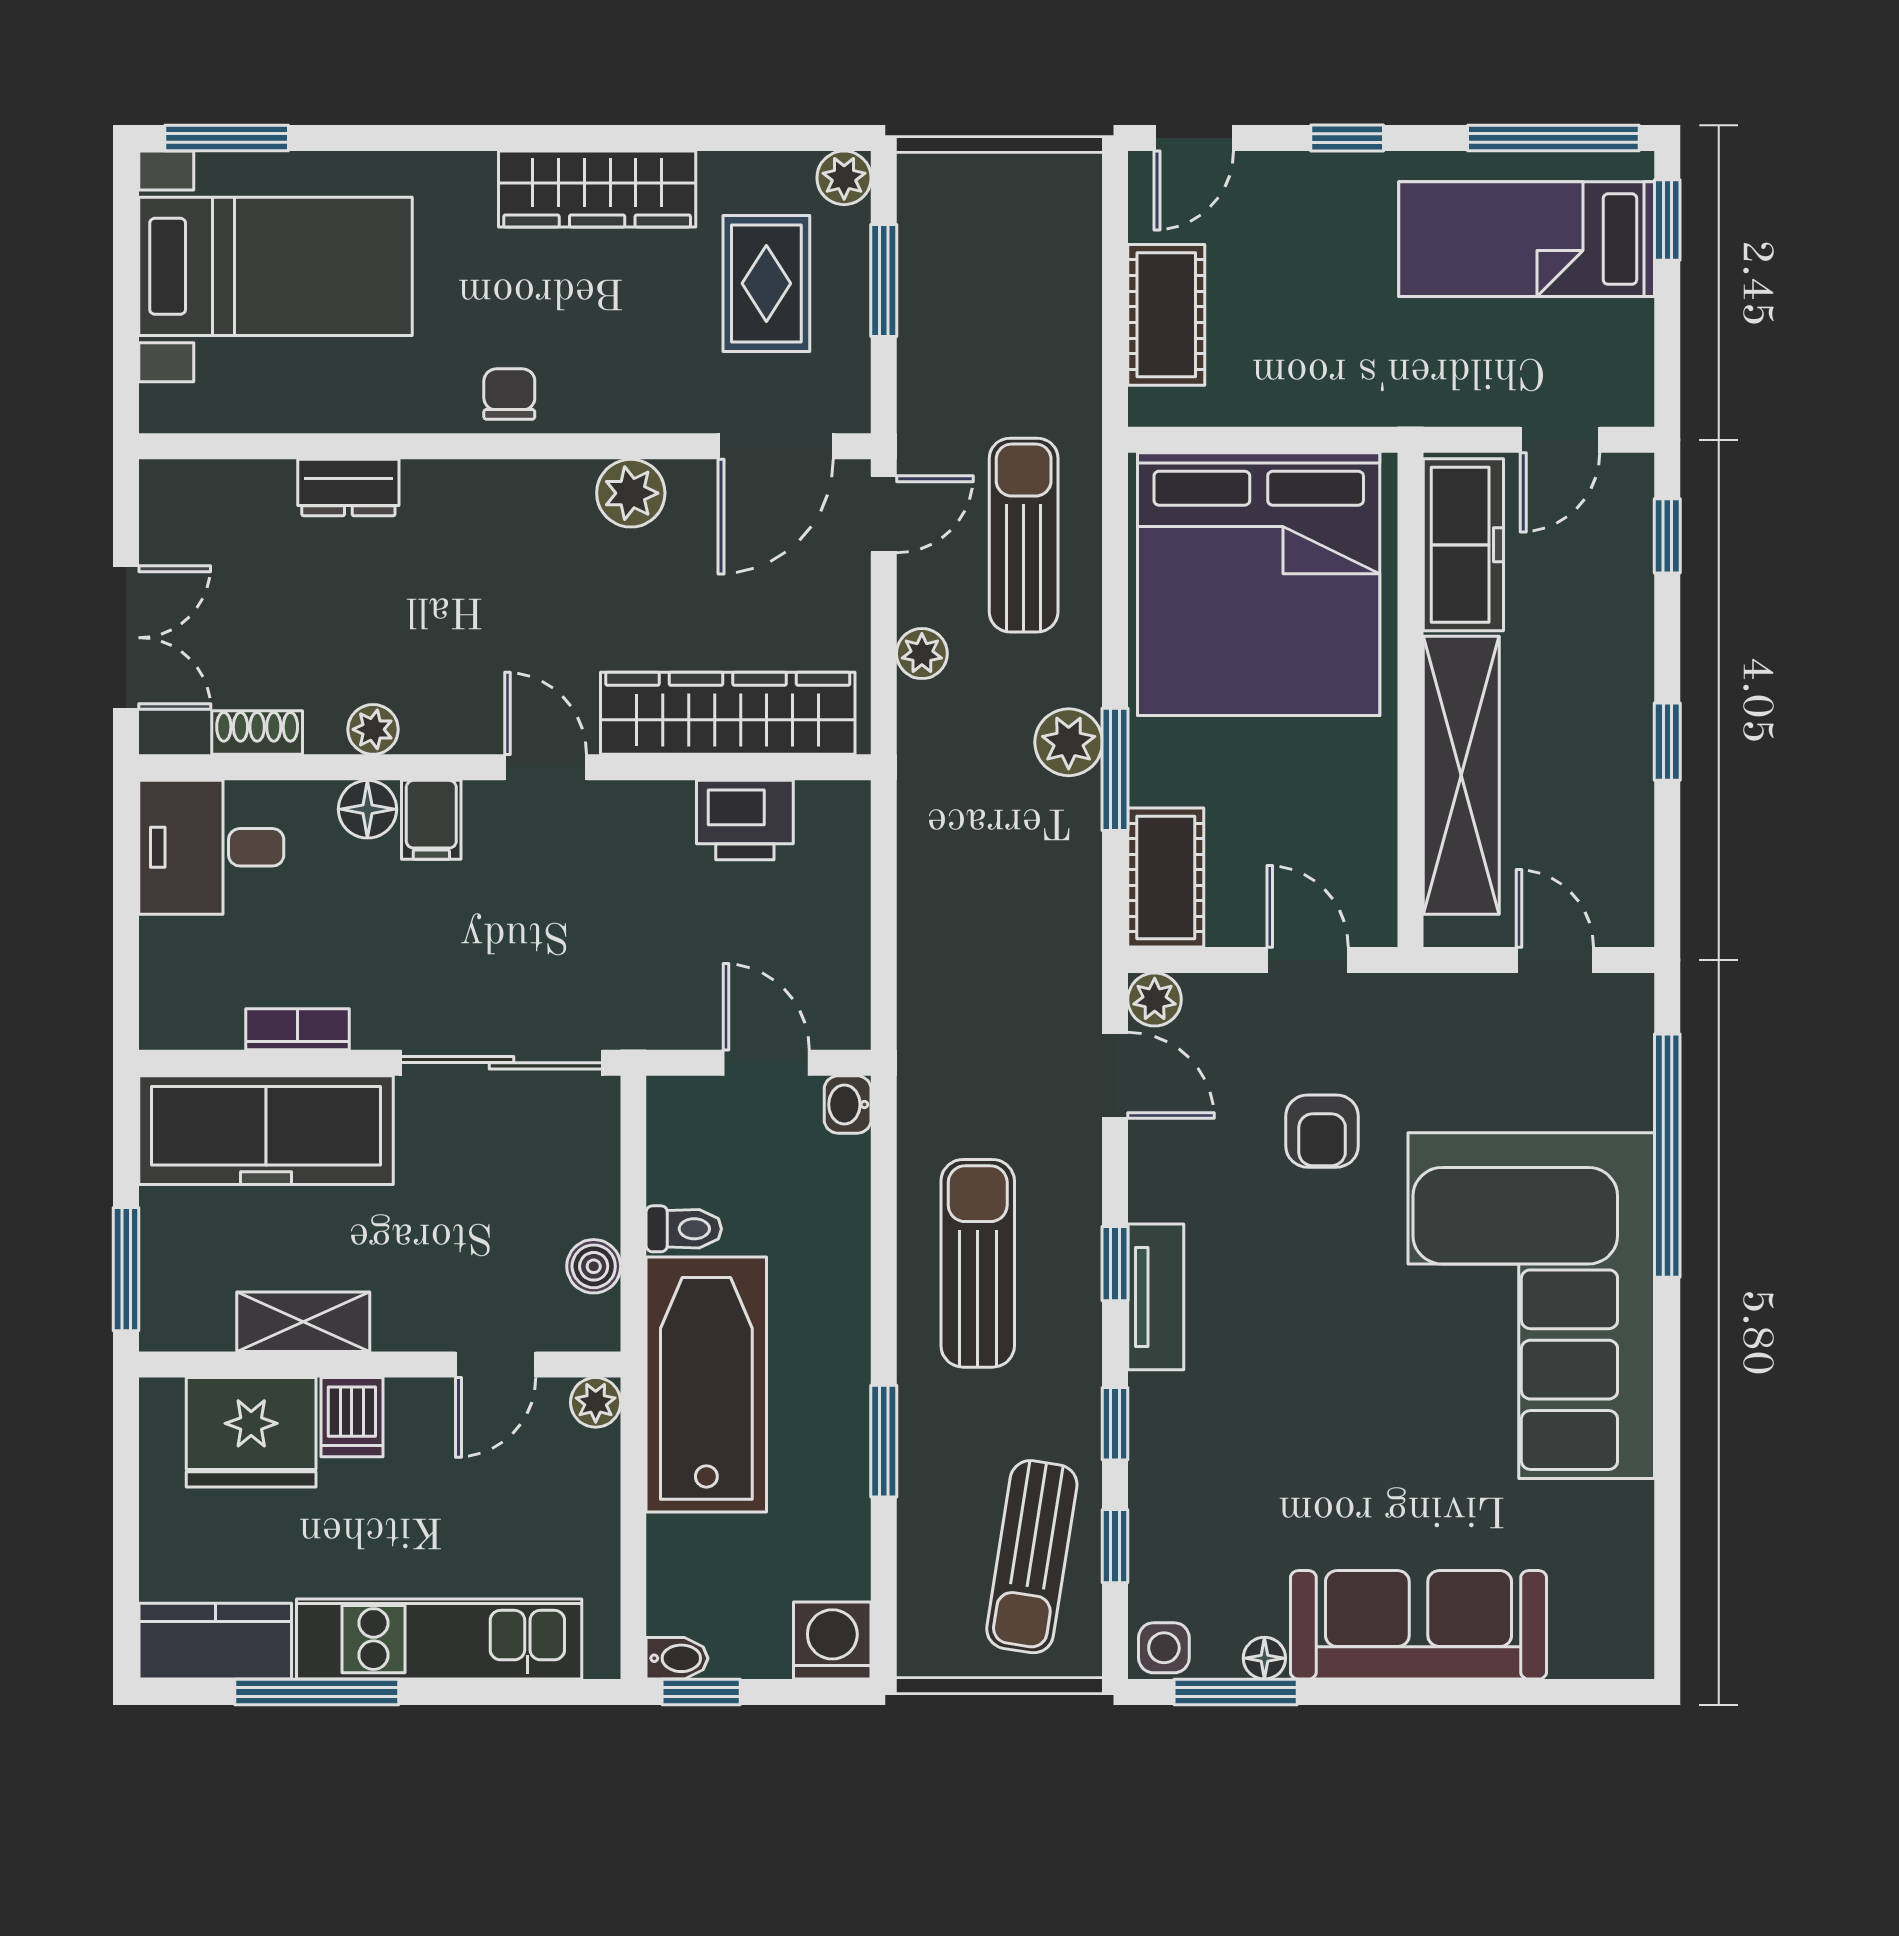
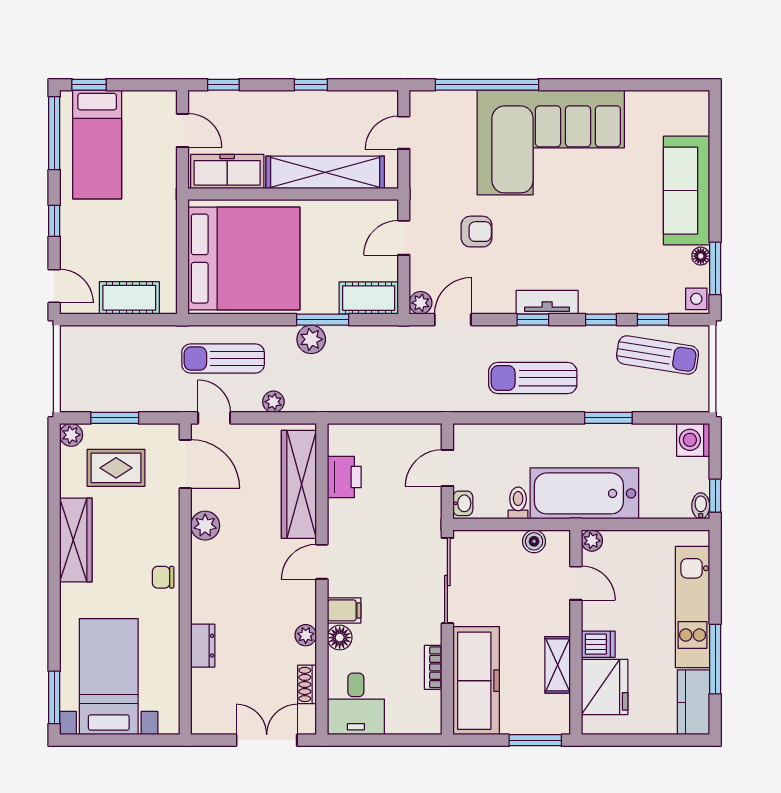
washbasin: (848, 1104) -> (463, 503), moved, turned -90

